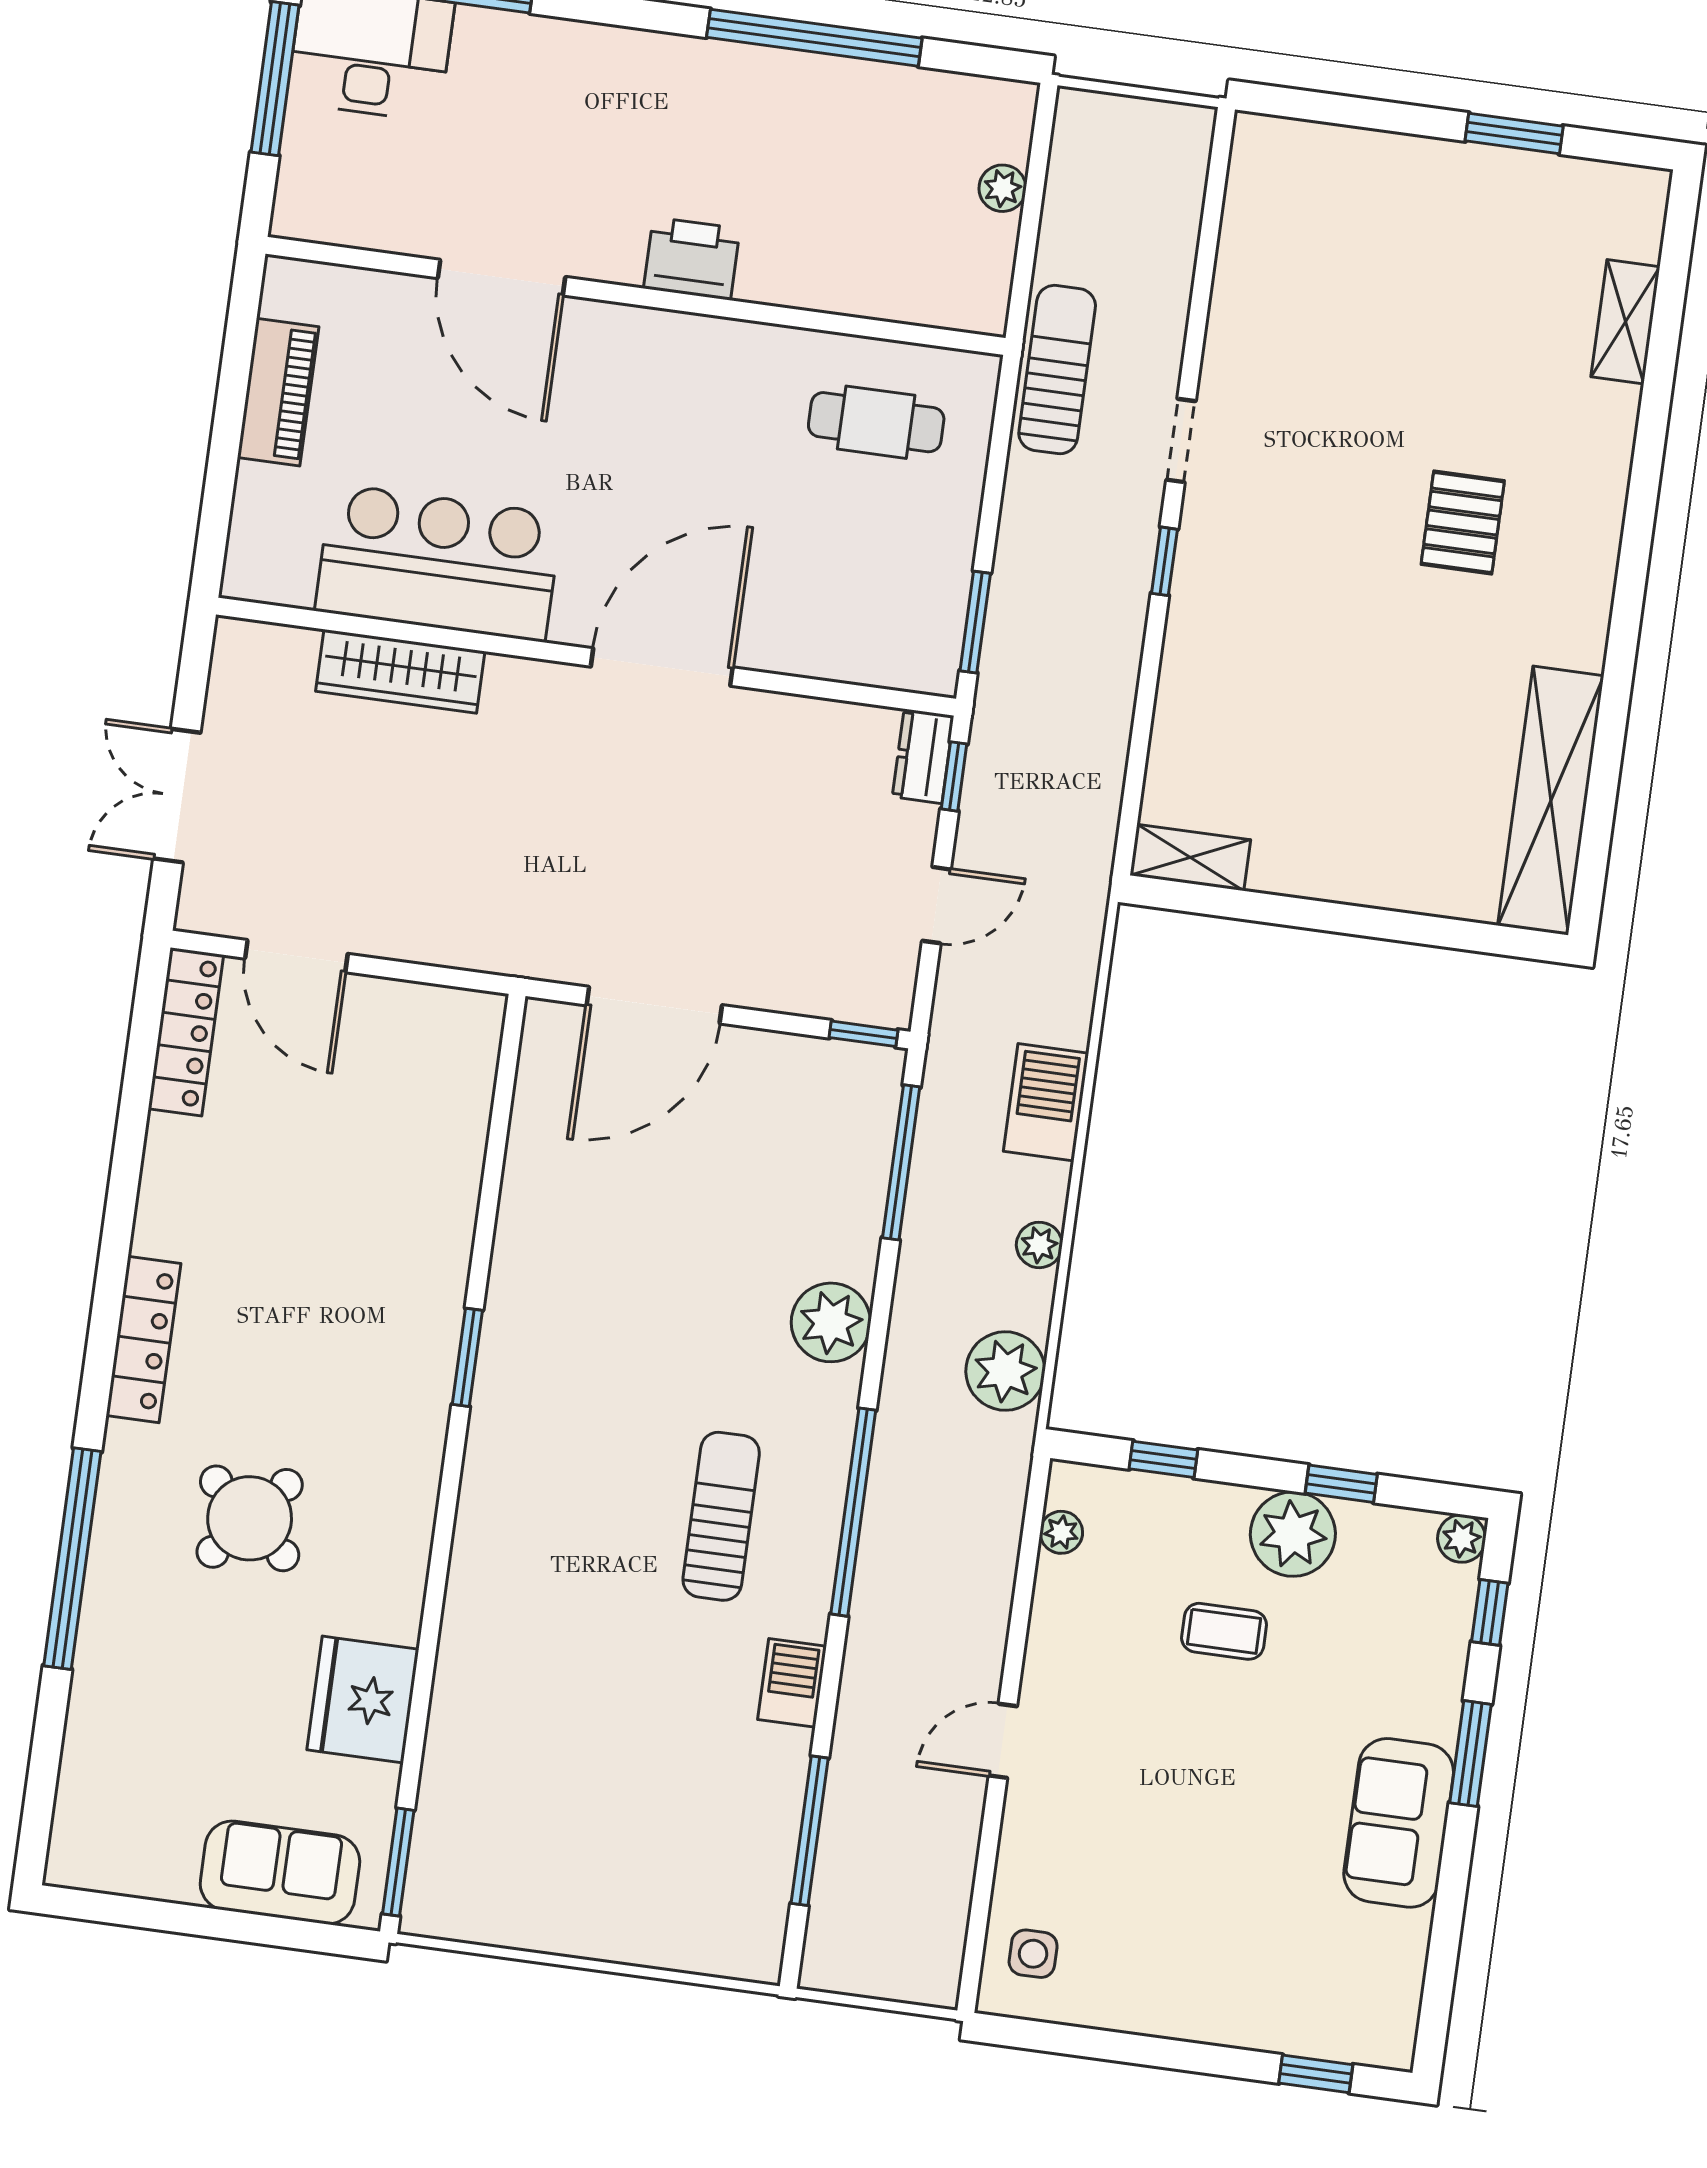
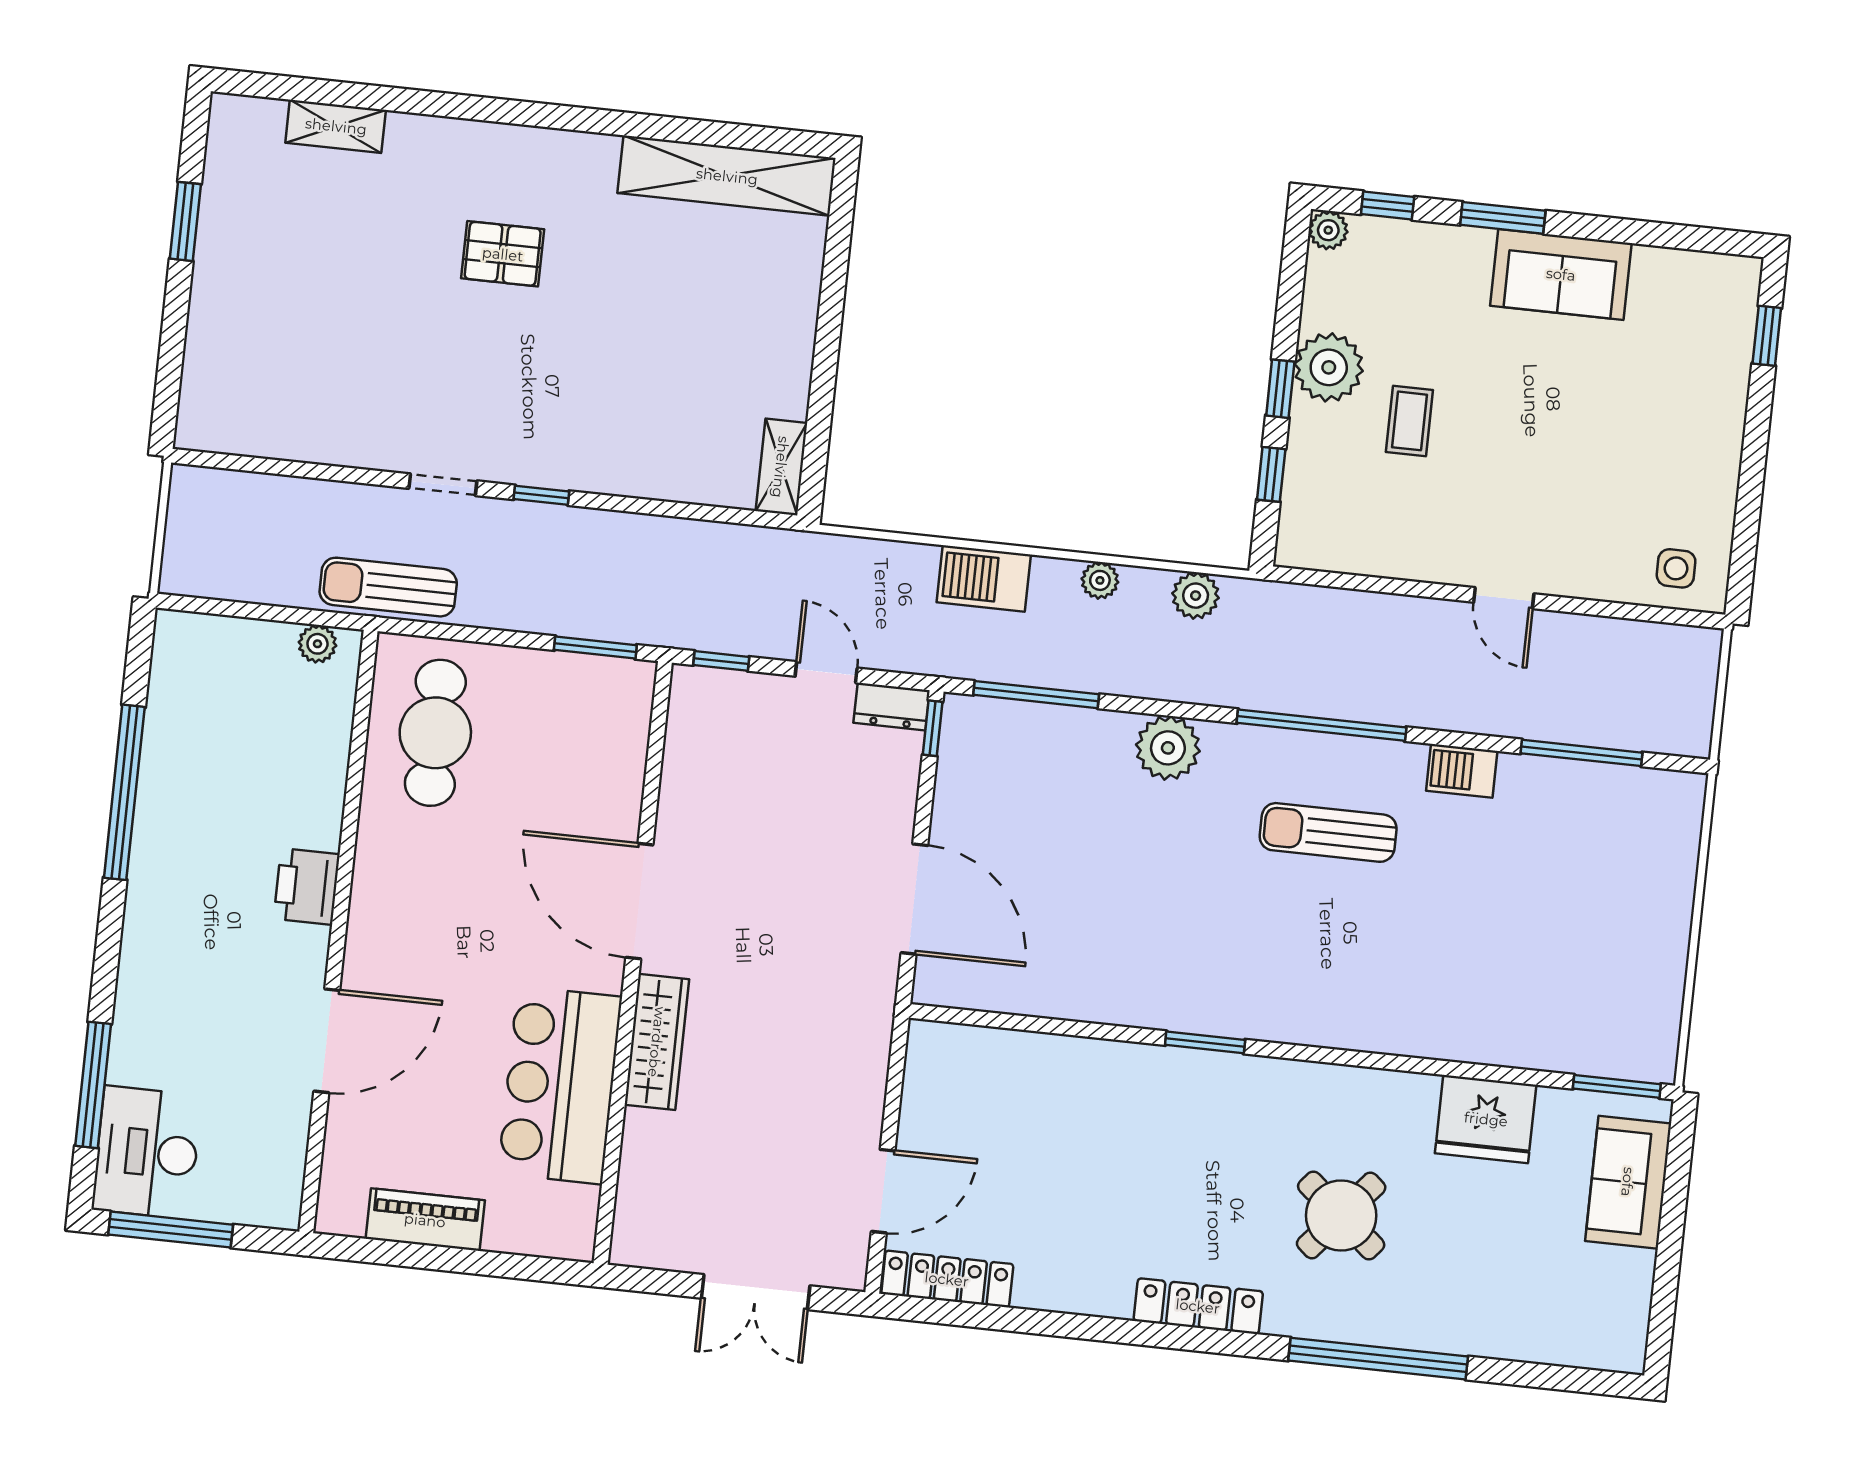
plant: (1003, 188) -> (317, 644), moved
cafe table: (876, 422) -> (435, 733), width x1.37, depth x1.35
wardrobe: (400, 671) -> (657, 1042), moved
dresser: (923, 756) -> (892, 707), moved
plant: (1005, 1371) -> (1196, 596), width x0.73, depth x0.73
window: (1341, 1484) -> (1280, 389), moved
plant: (1061, 1532) -> (1333, 556), removed

